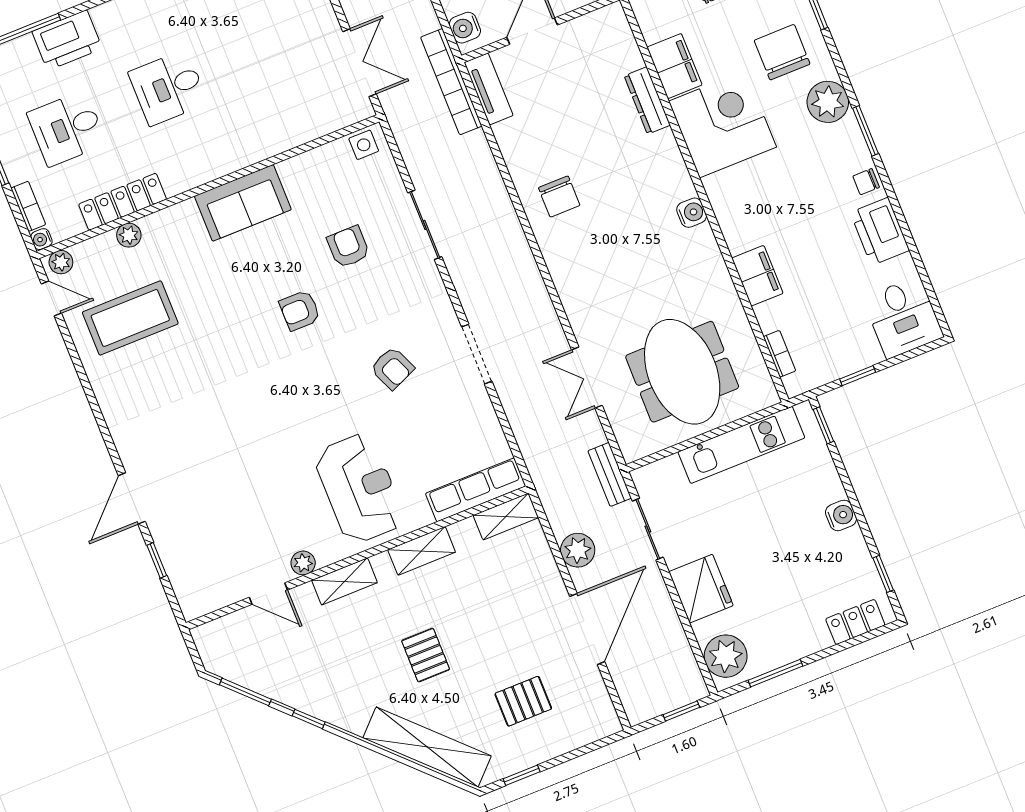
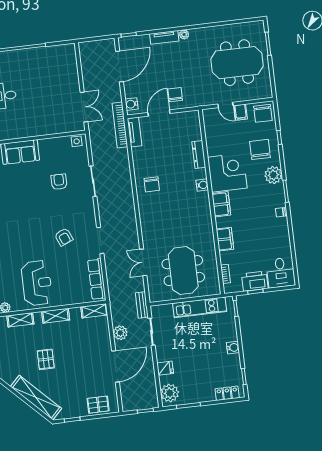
filing cabinet: (674, 66) -> (221, 204), moved
water cooler: (692, 213) -> (202, 185), moved
printer: (880, 231) -> (255, 281), moved, turned 90
armchair: (300, 310) -> (32, 203), removed
row of seats: (476, 490) -> (97, 279), moved, turned -90
fridge: (701, 589) -> (165, 368), width x0.53, depth x0.75
pallet: (523, 701) -> (98, 405), moved

